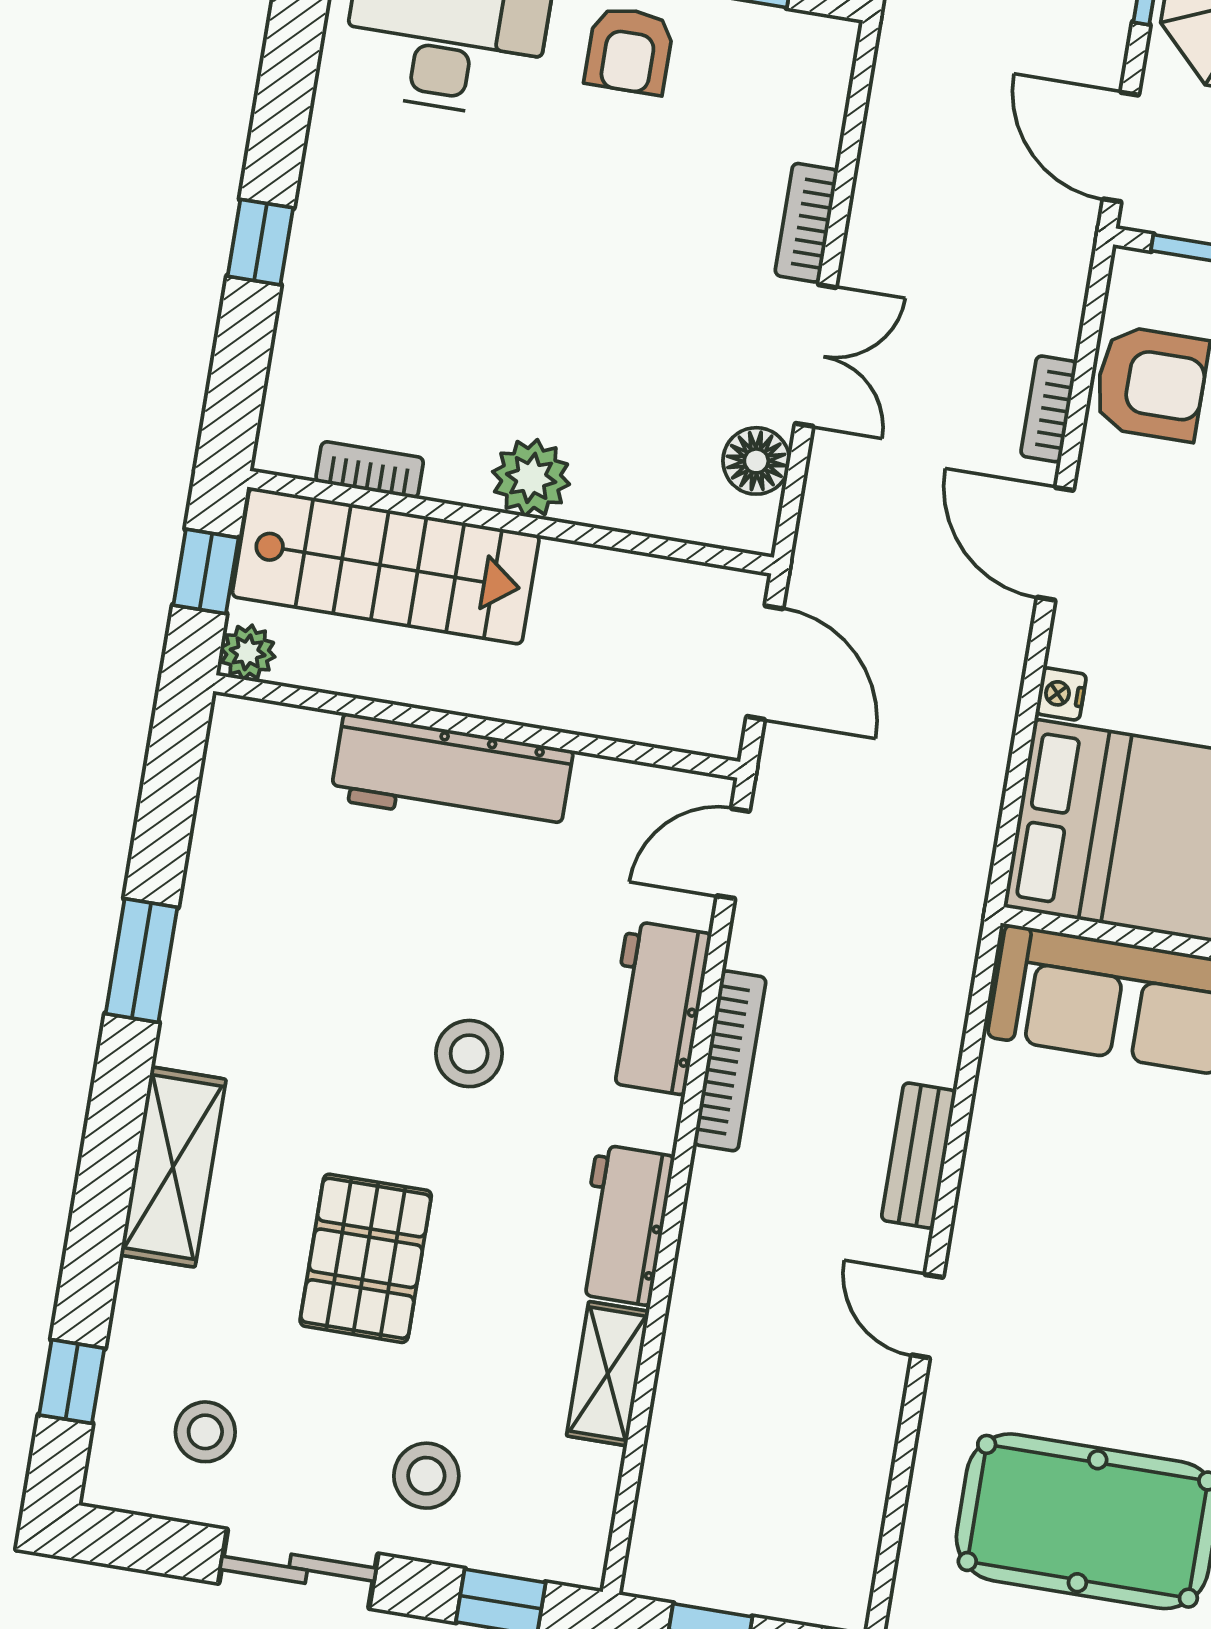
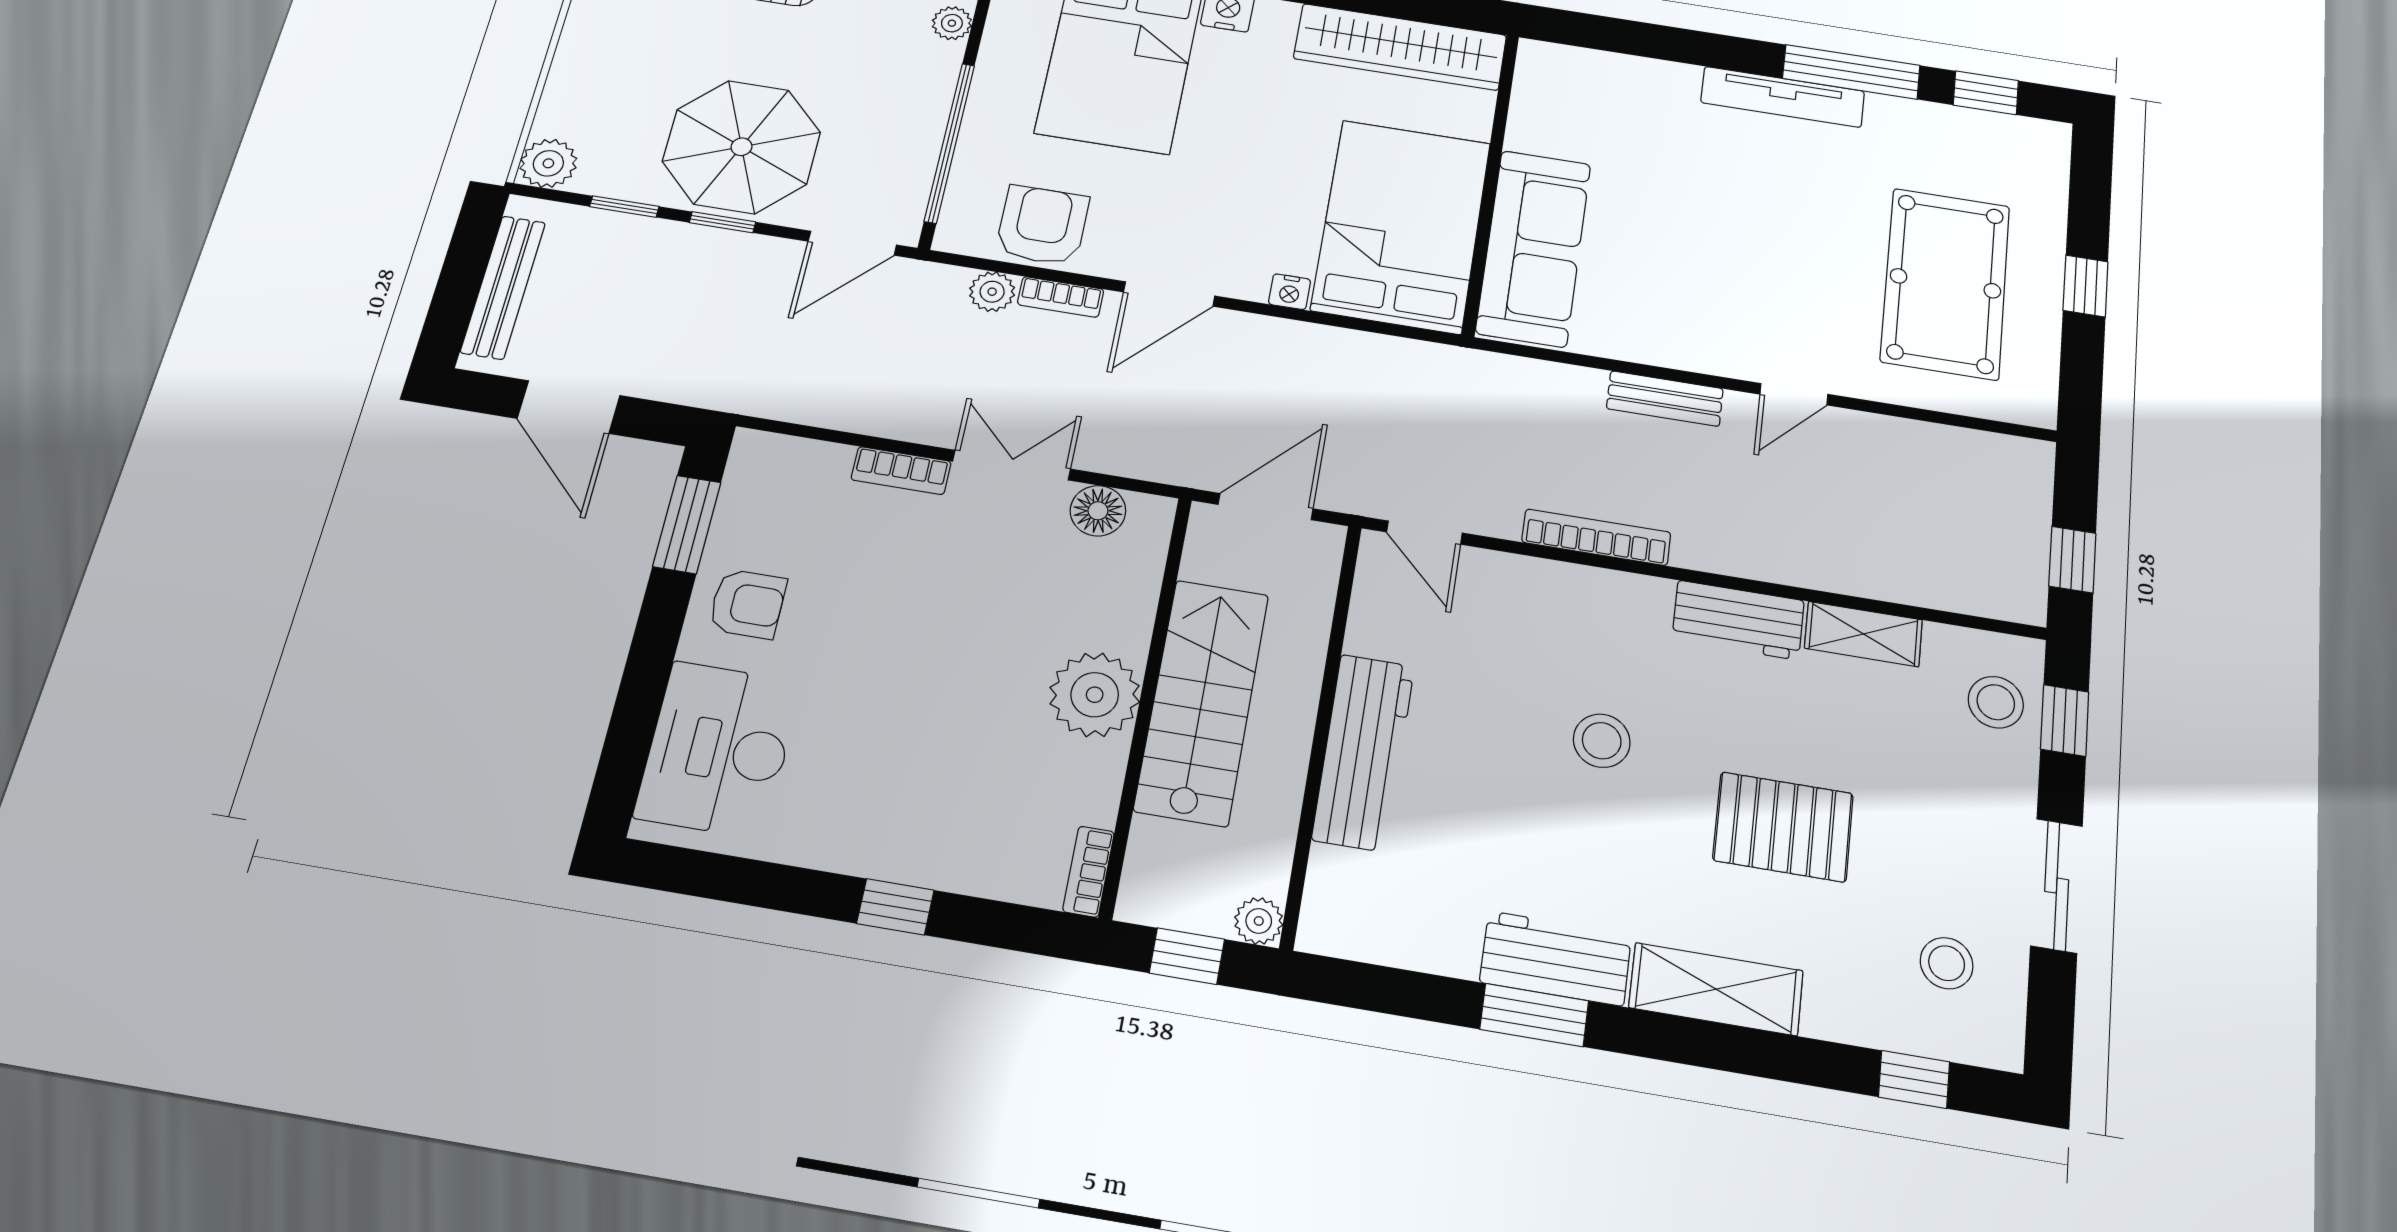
plant: (1055, 324) -> (992, 292), added
bookcase: (370, 470) -> (1089, 872), moved
plant: (531, 478) -> (1095, 695), width x1.36, depth x1.36
stairs: (386, 566) -> (1202, 702), moved
workbench: (657, 1008) -> (1556, 958), moved, turned 180
stool: (426, 1476) -> (1996, 702), moved

